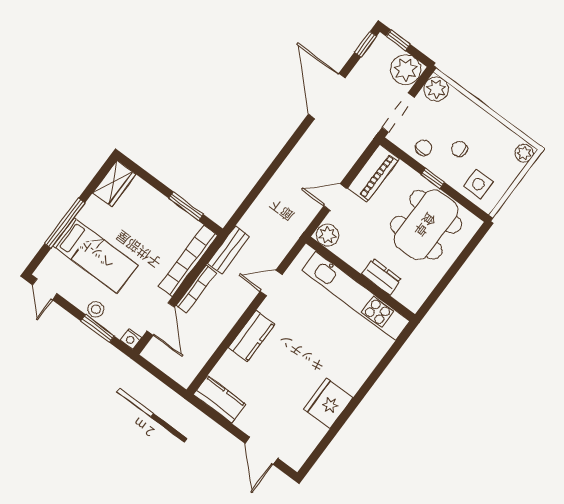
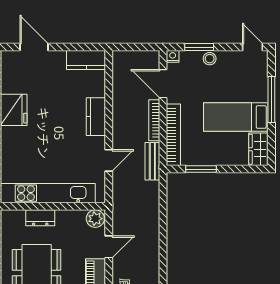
bed: (96, 255) -> (236, 117), moved

